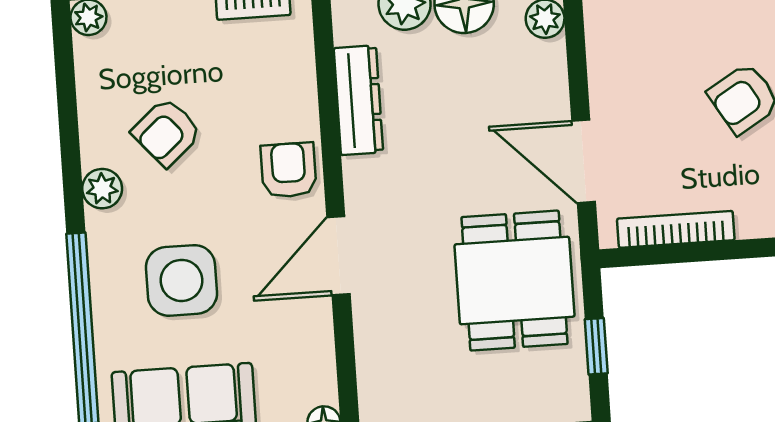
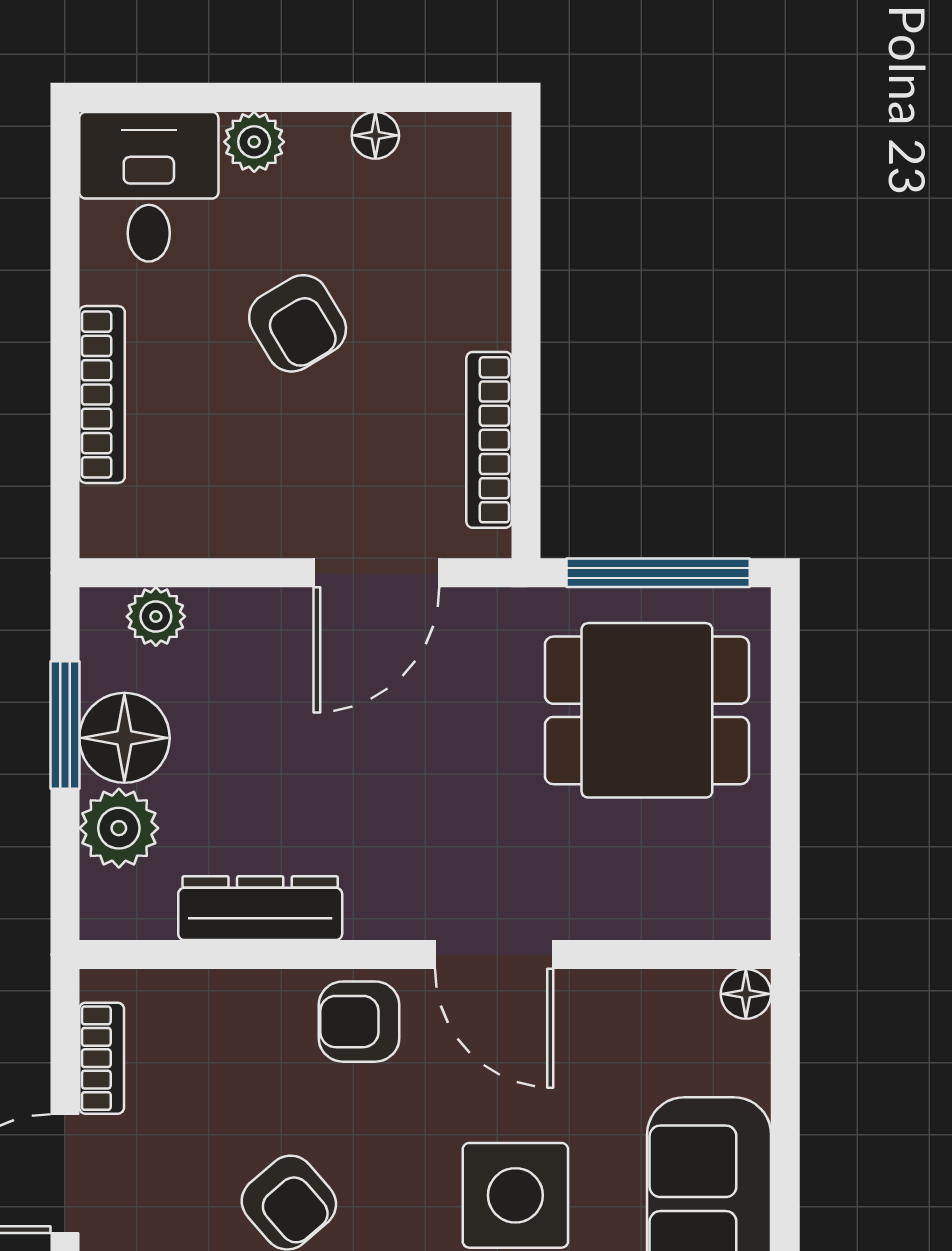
dining table: (514, 281) -> (647, 710), moved
window: (596, 346) -> (658, 573), width x2.17

